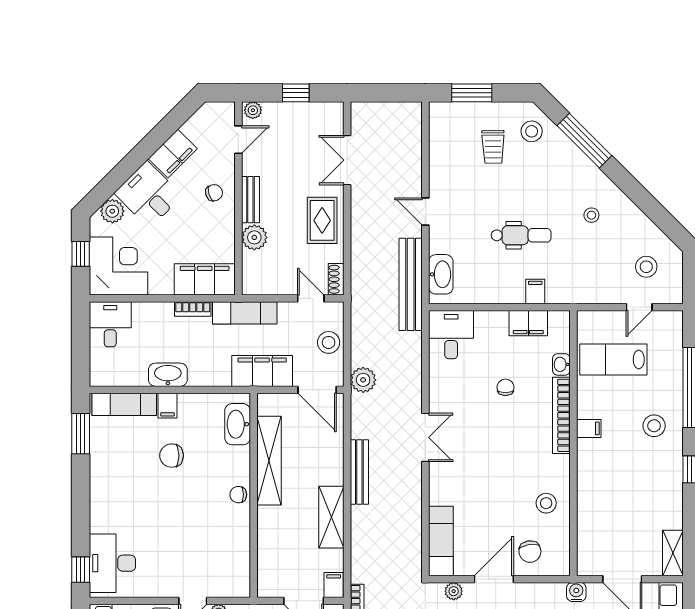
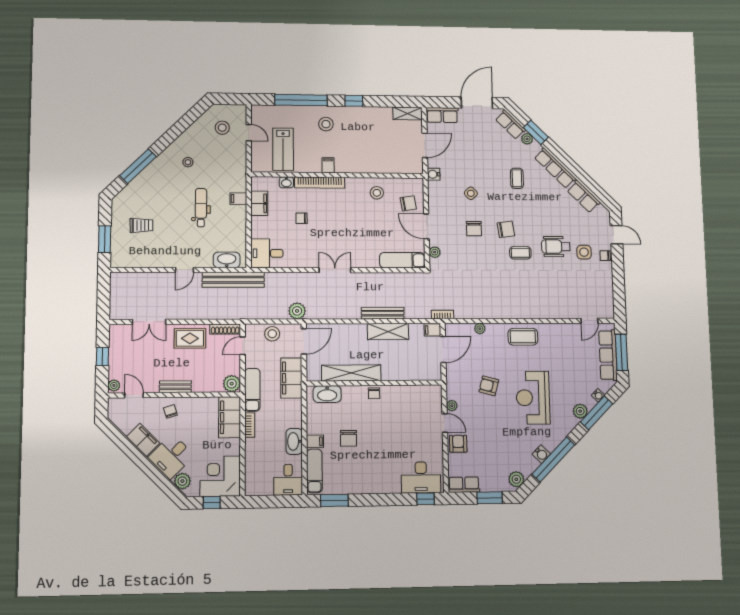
stool: (532, 131) -> (131, 200), removed
plant: (254, 237) -> (232, 384), moved
shoe rack: (336, 279) -> (225, 329), width x1.43
desk: (110, 324) -> (288, 480), moved, turned -90
bench: (359, 472) -> (383, 313), moved

